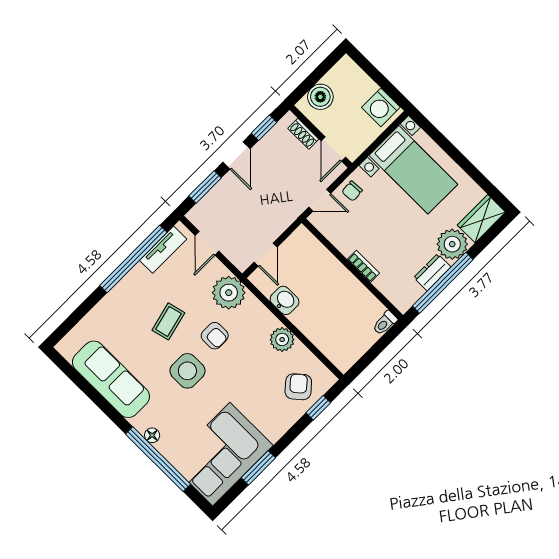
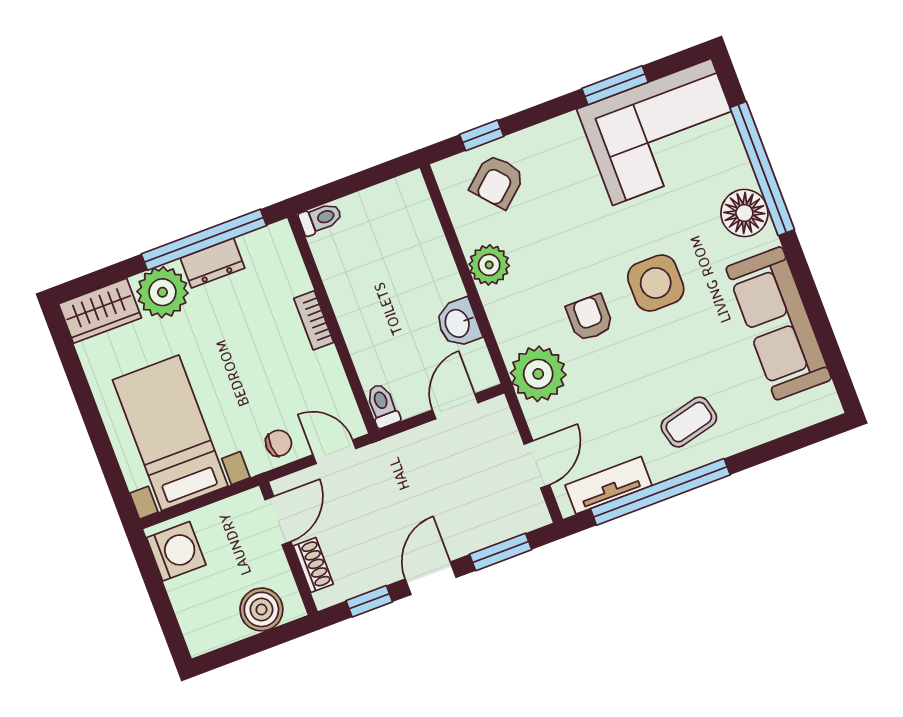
toilet: (305, 237) -> (383, 406), added
coffee table: (168, 321) -> (689, 422), moved
floor lamp: (152, 435) -> (744, 213), width x1.89, depth x1.89

